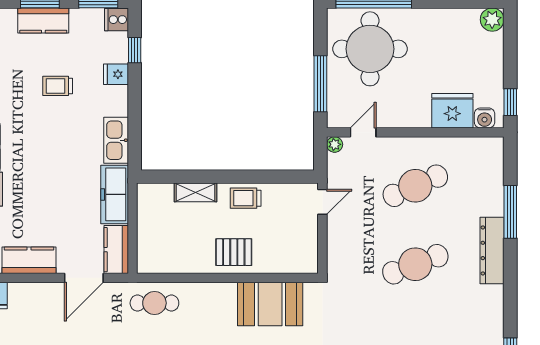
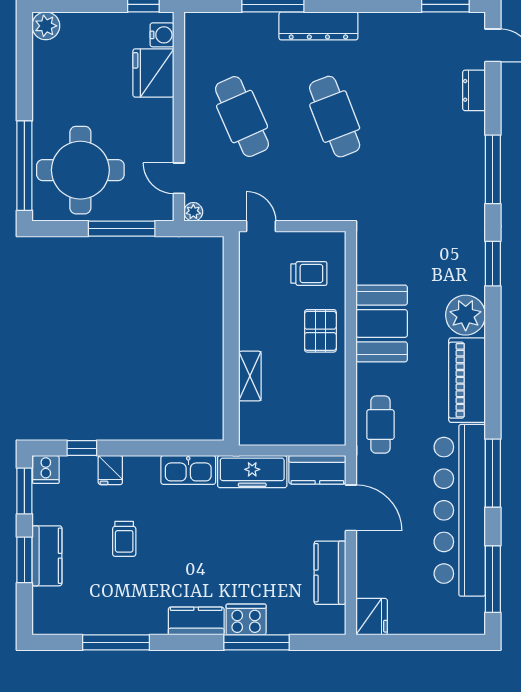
trolley: (246, 198) -> (309, 273), moved, turned -90
booth: (270, 304) -> (382, 323), moved

